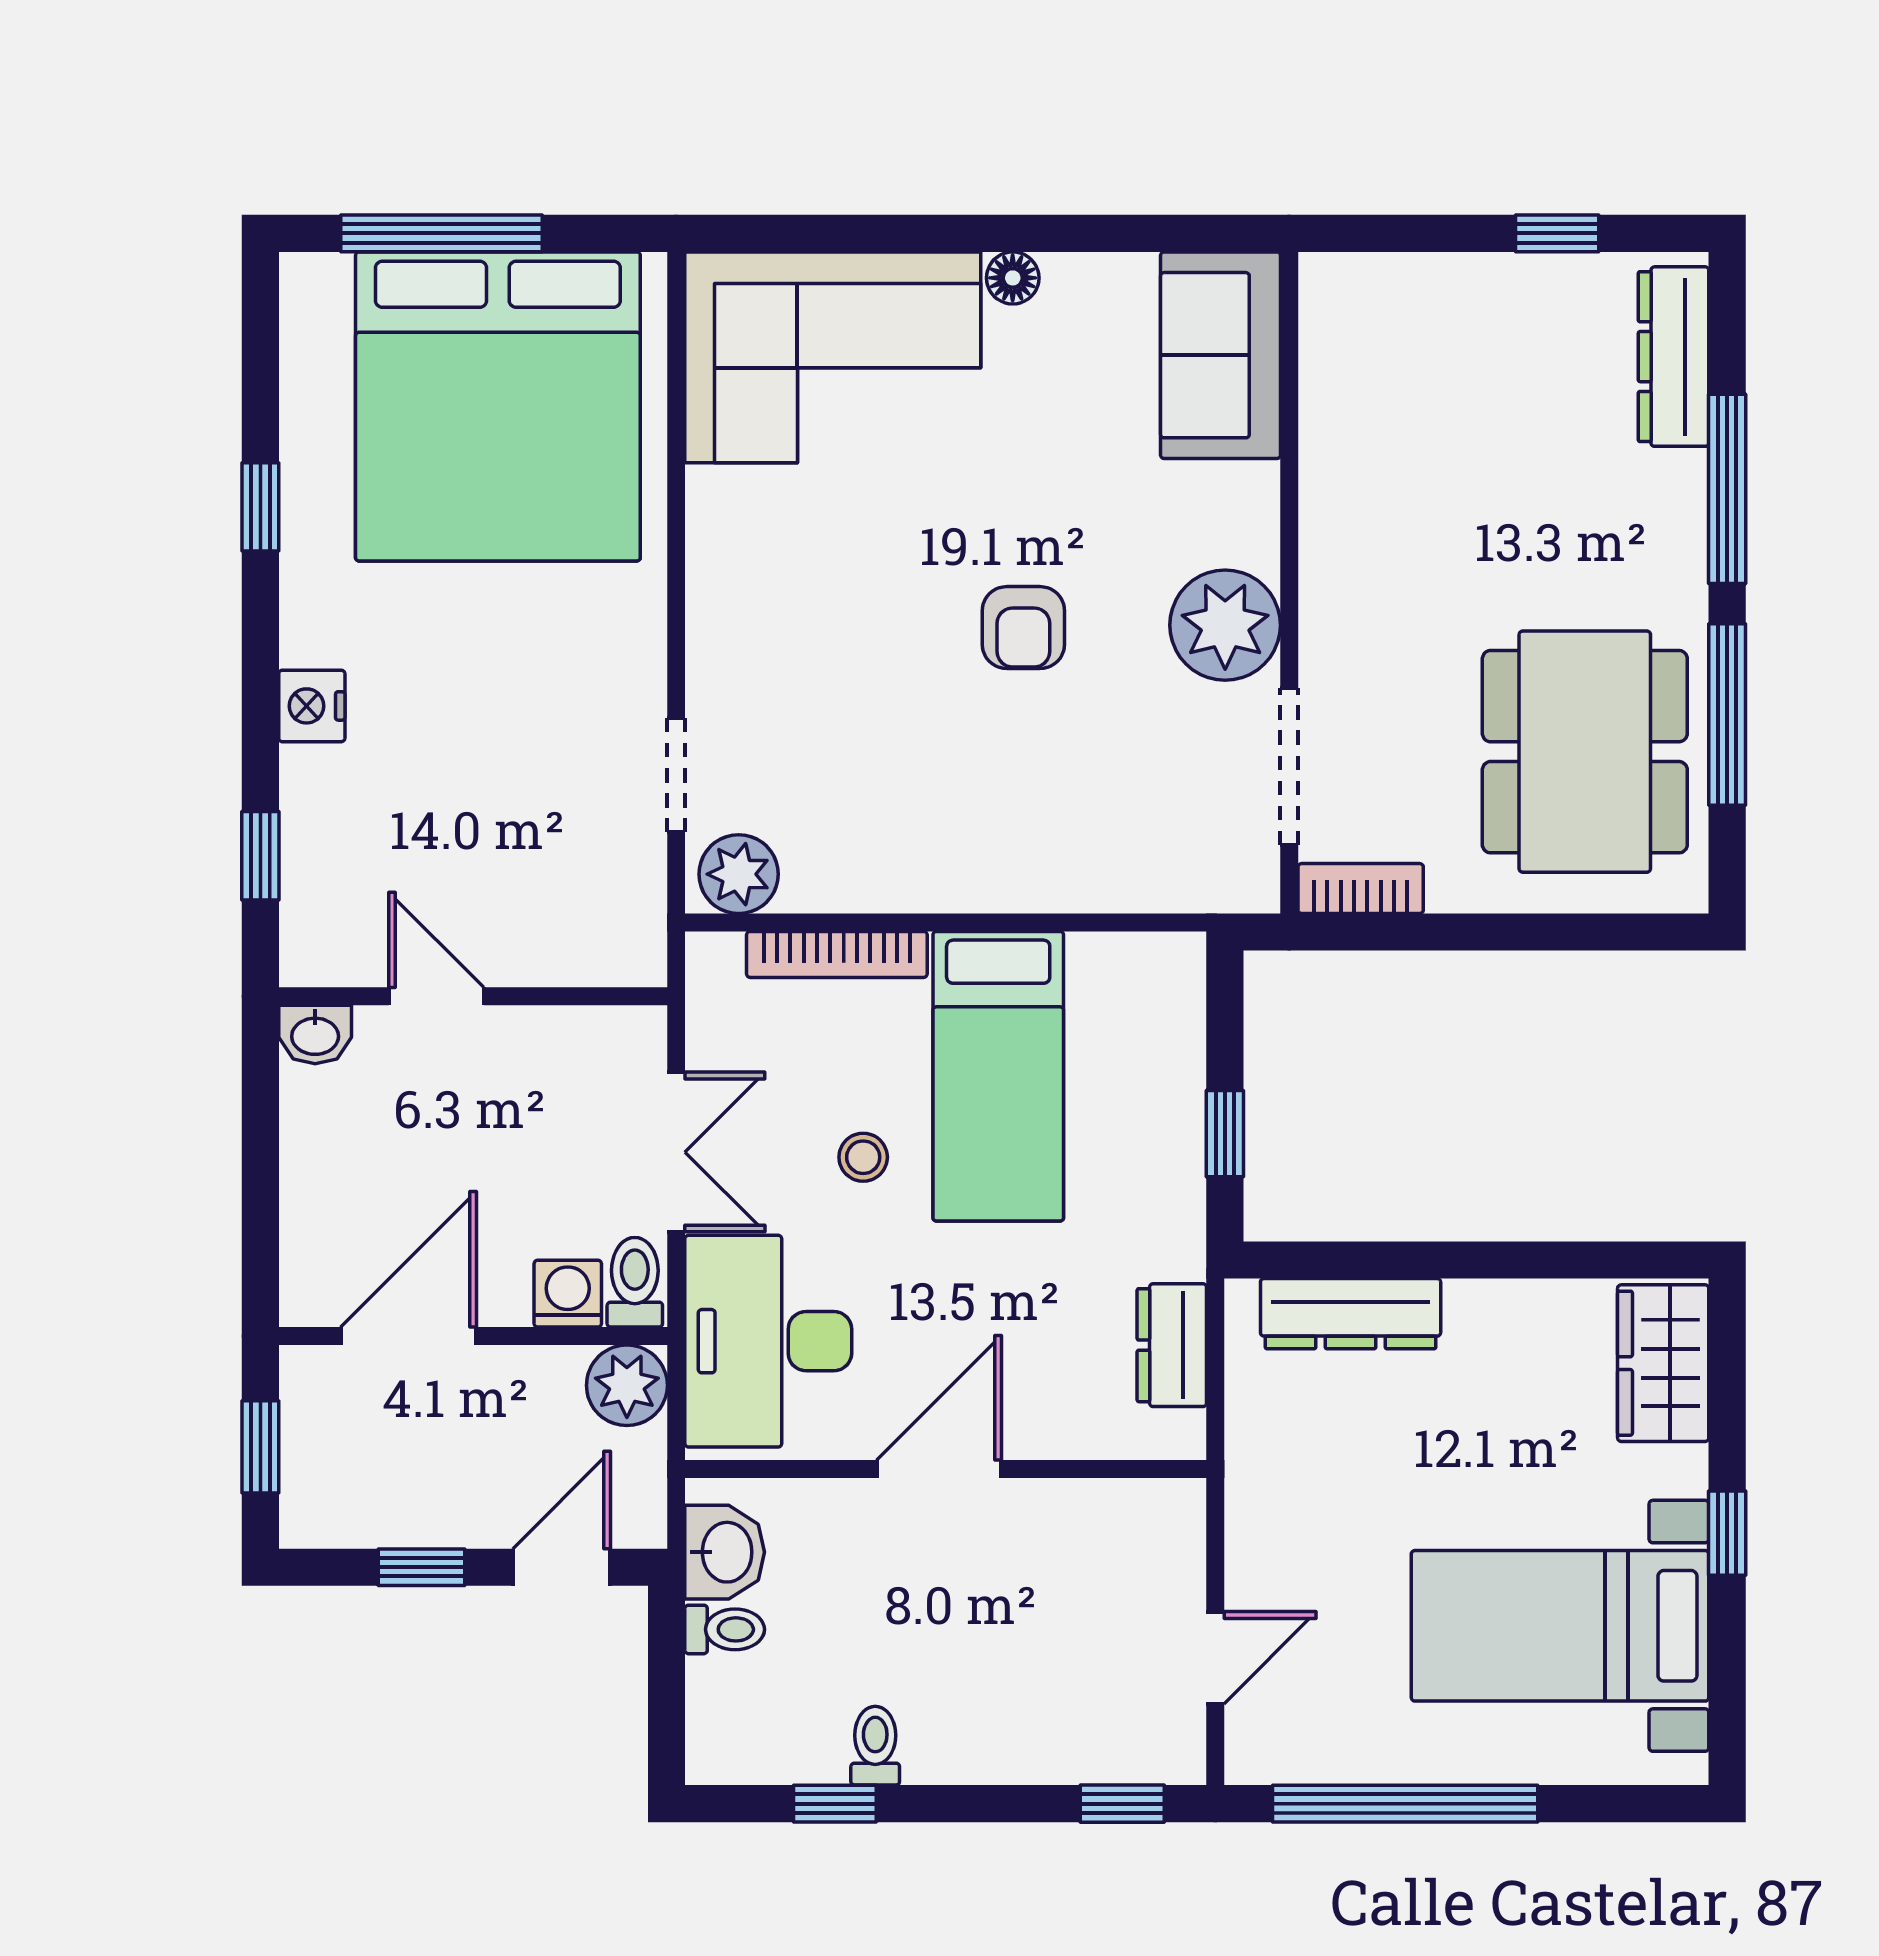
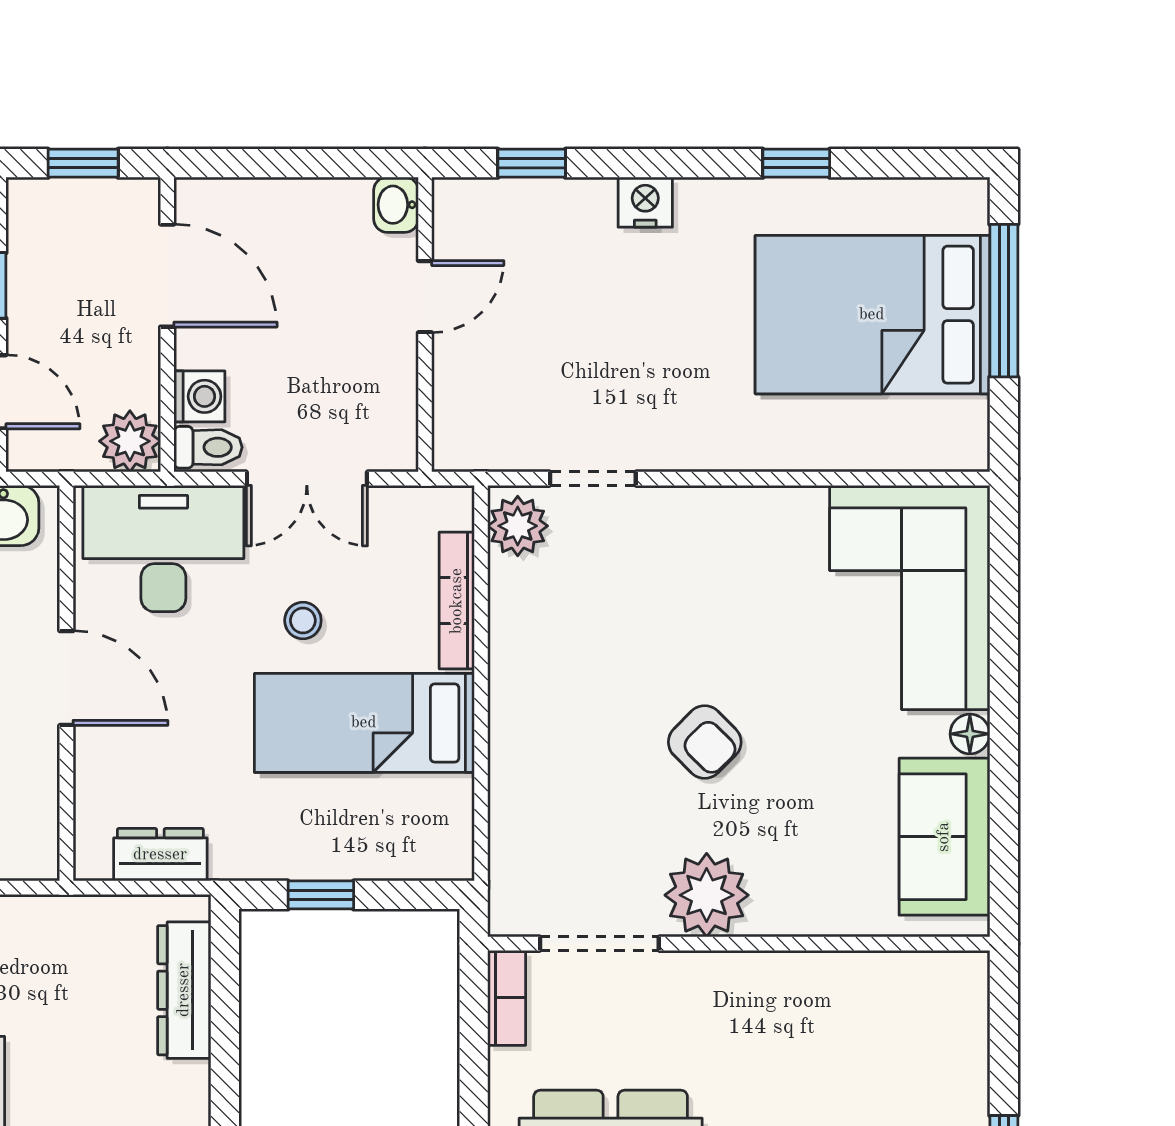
sofa: (1220, 355) -> (944, 837), moved, turned -90
bed: (498, 406) -> (872, 315), width x0.73
armchair: (1023, 628) -> (705, 742), turned -135

